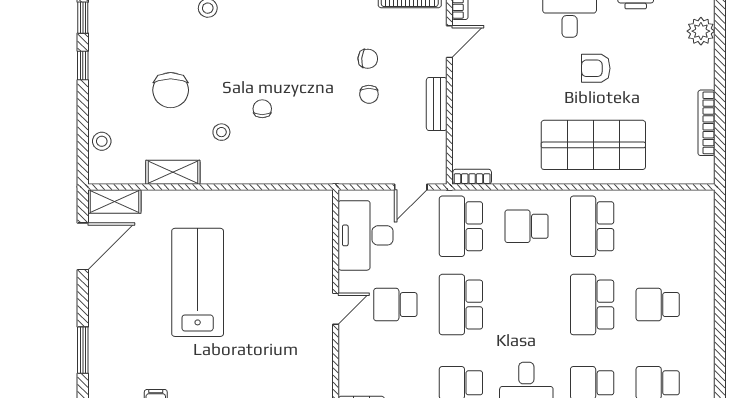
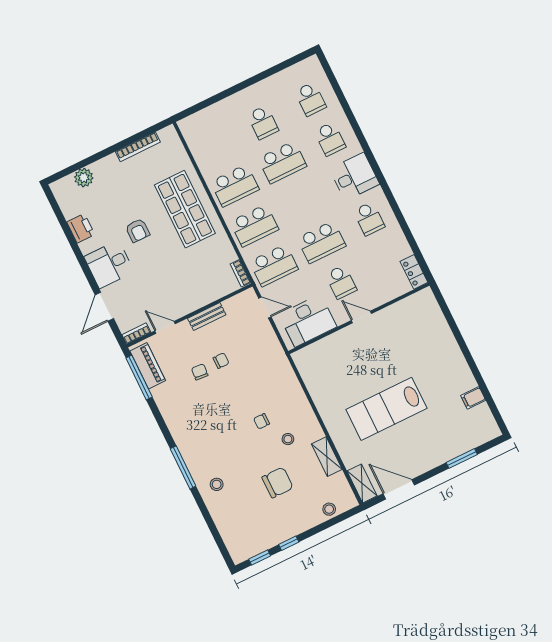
school desk: (526, 226) -> (254, 225), width x1.85

